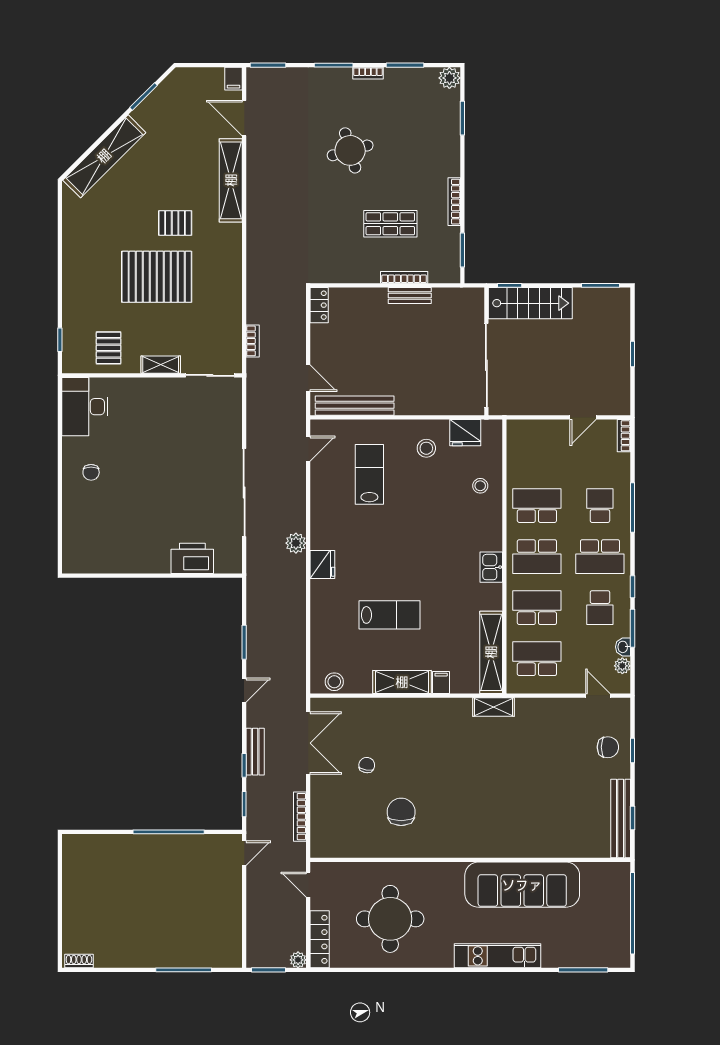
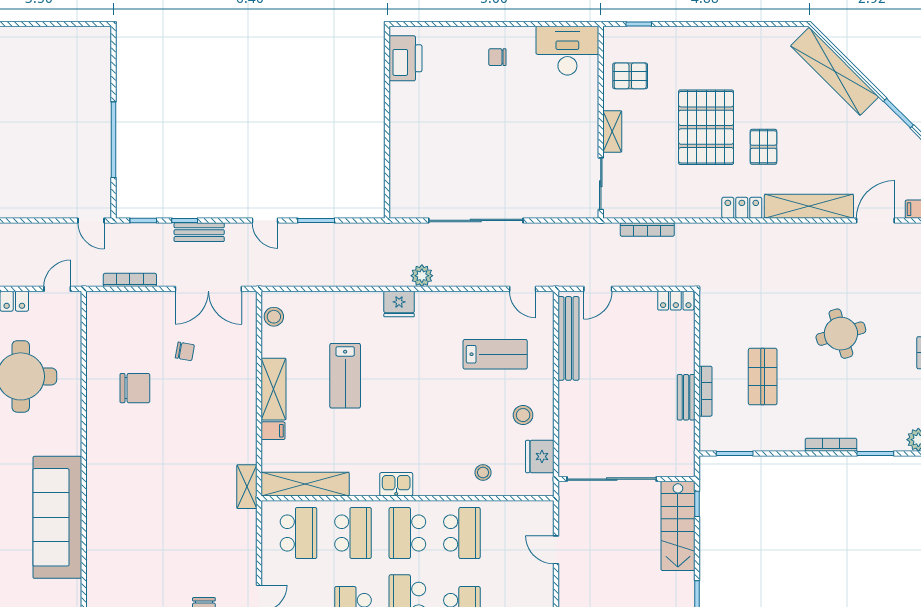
bookcase: (454, 202) -> (831, 445), moved
locker: (232, 243) -> (742, 208), added
bookcase: (253, 341) -> (647, 230), width x1.56
door: (583, 417) -> (556, 550), moved
printer: (192, 558) -> (406, 58), moved

